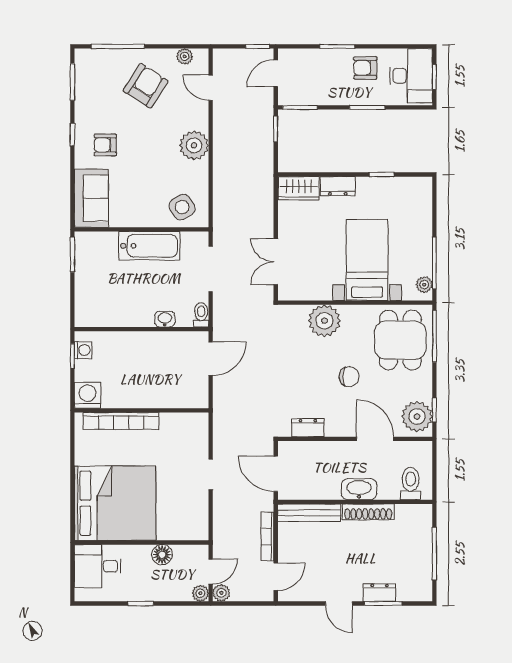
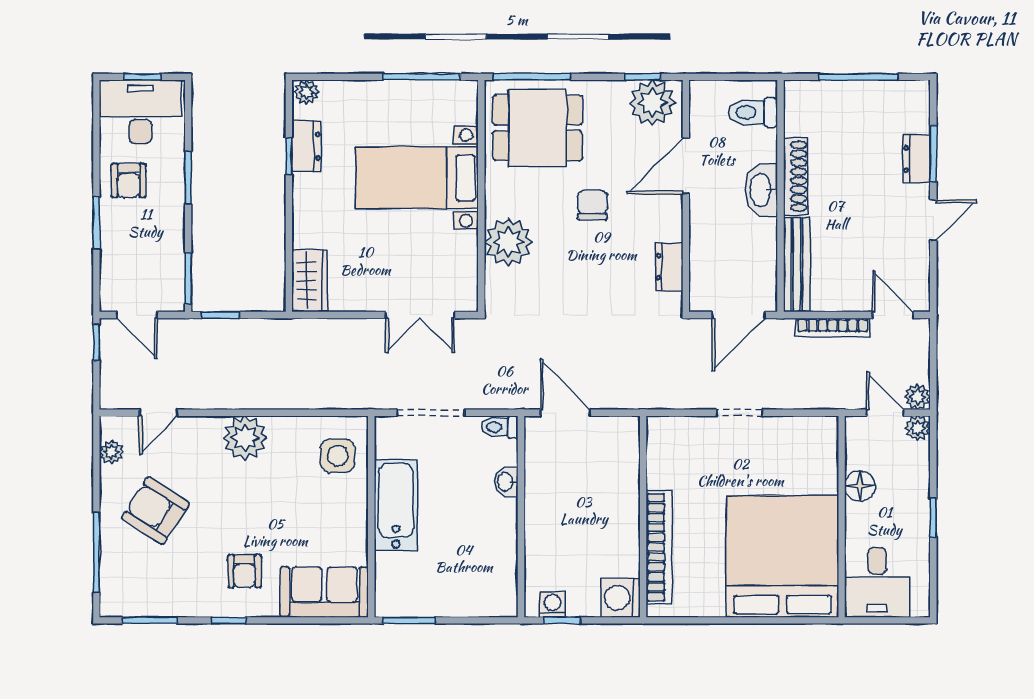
dresser: (338, 186) -> (306, 146), moved
side table: (182, 207) -> (338, 456), turned 31
plant: (424, 285) -> (306, 92), moved

